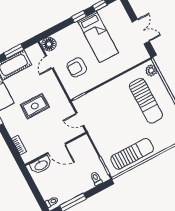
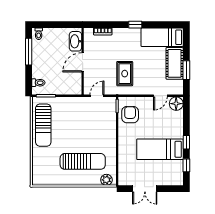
door: (49, 62) -> (160, 96), swing flipped
armchair: (77, 67) -> (130, 115), moved
sun lounger: (146, 101) -> (83, 161), turned 180
rug: (35, 106) -> (125, 74), moved

